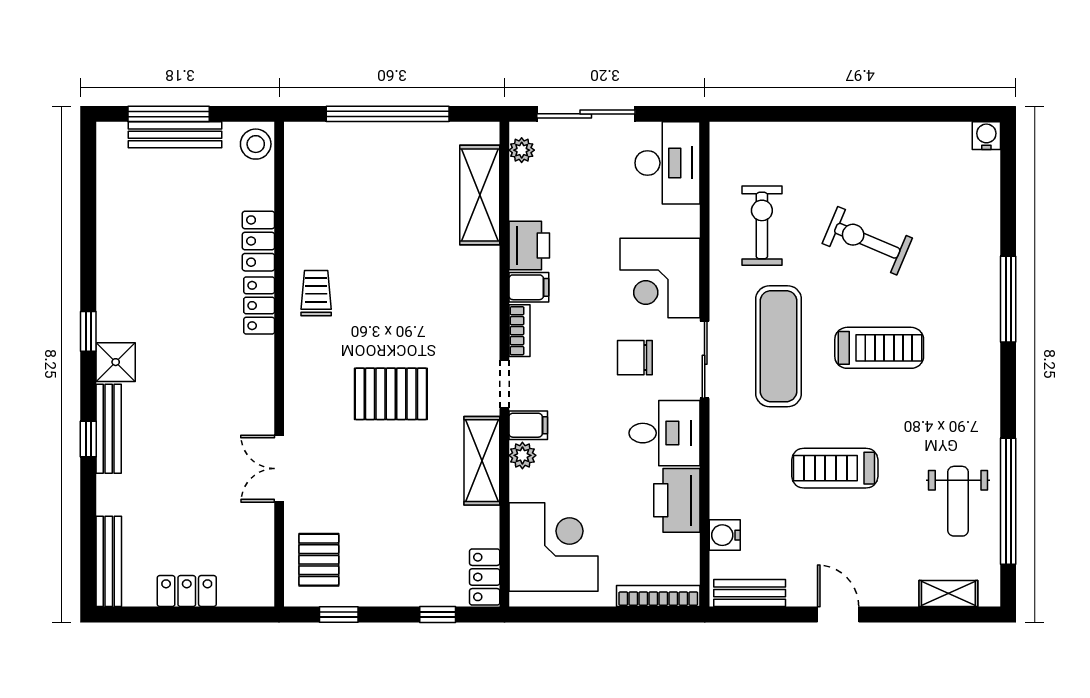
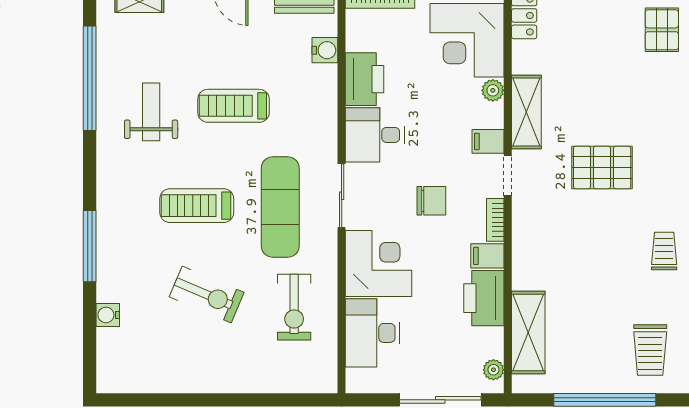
water cooler: (986, 136) -> (108, 315), moved, turned 90
desk: (668, 163) -> (372, 333), moved
trolley: (333, 174) -> (650, 350), added
printer: (529, 246) -> (484, 298), width x1.37, depth x1.19
trolley: (316, 293) -> (664, 251), turned 180
chair: (635, 358) -> (431, 201), moved
plant: (522, 455) -> (493, 90), moved
treadmill: (835, 468) -> (234, 106), turned 180
weight bench: (958, 501) -> (151, 112), moved

